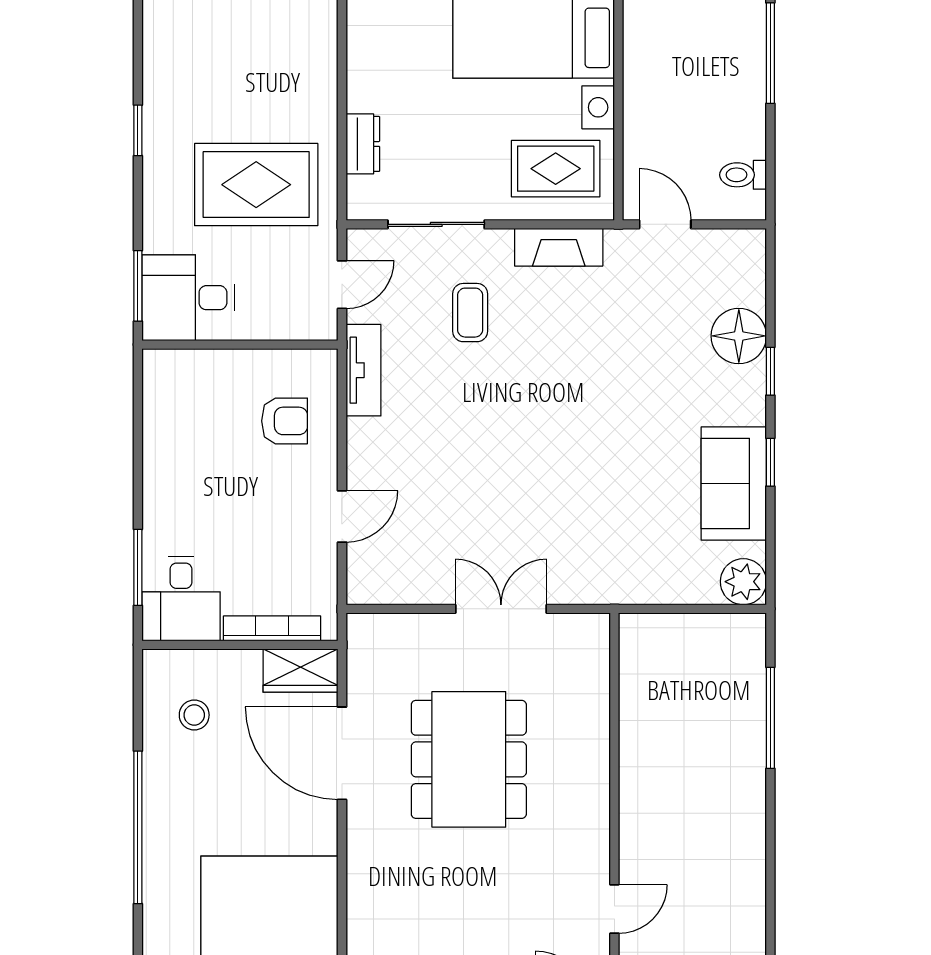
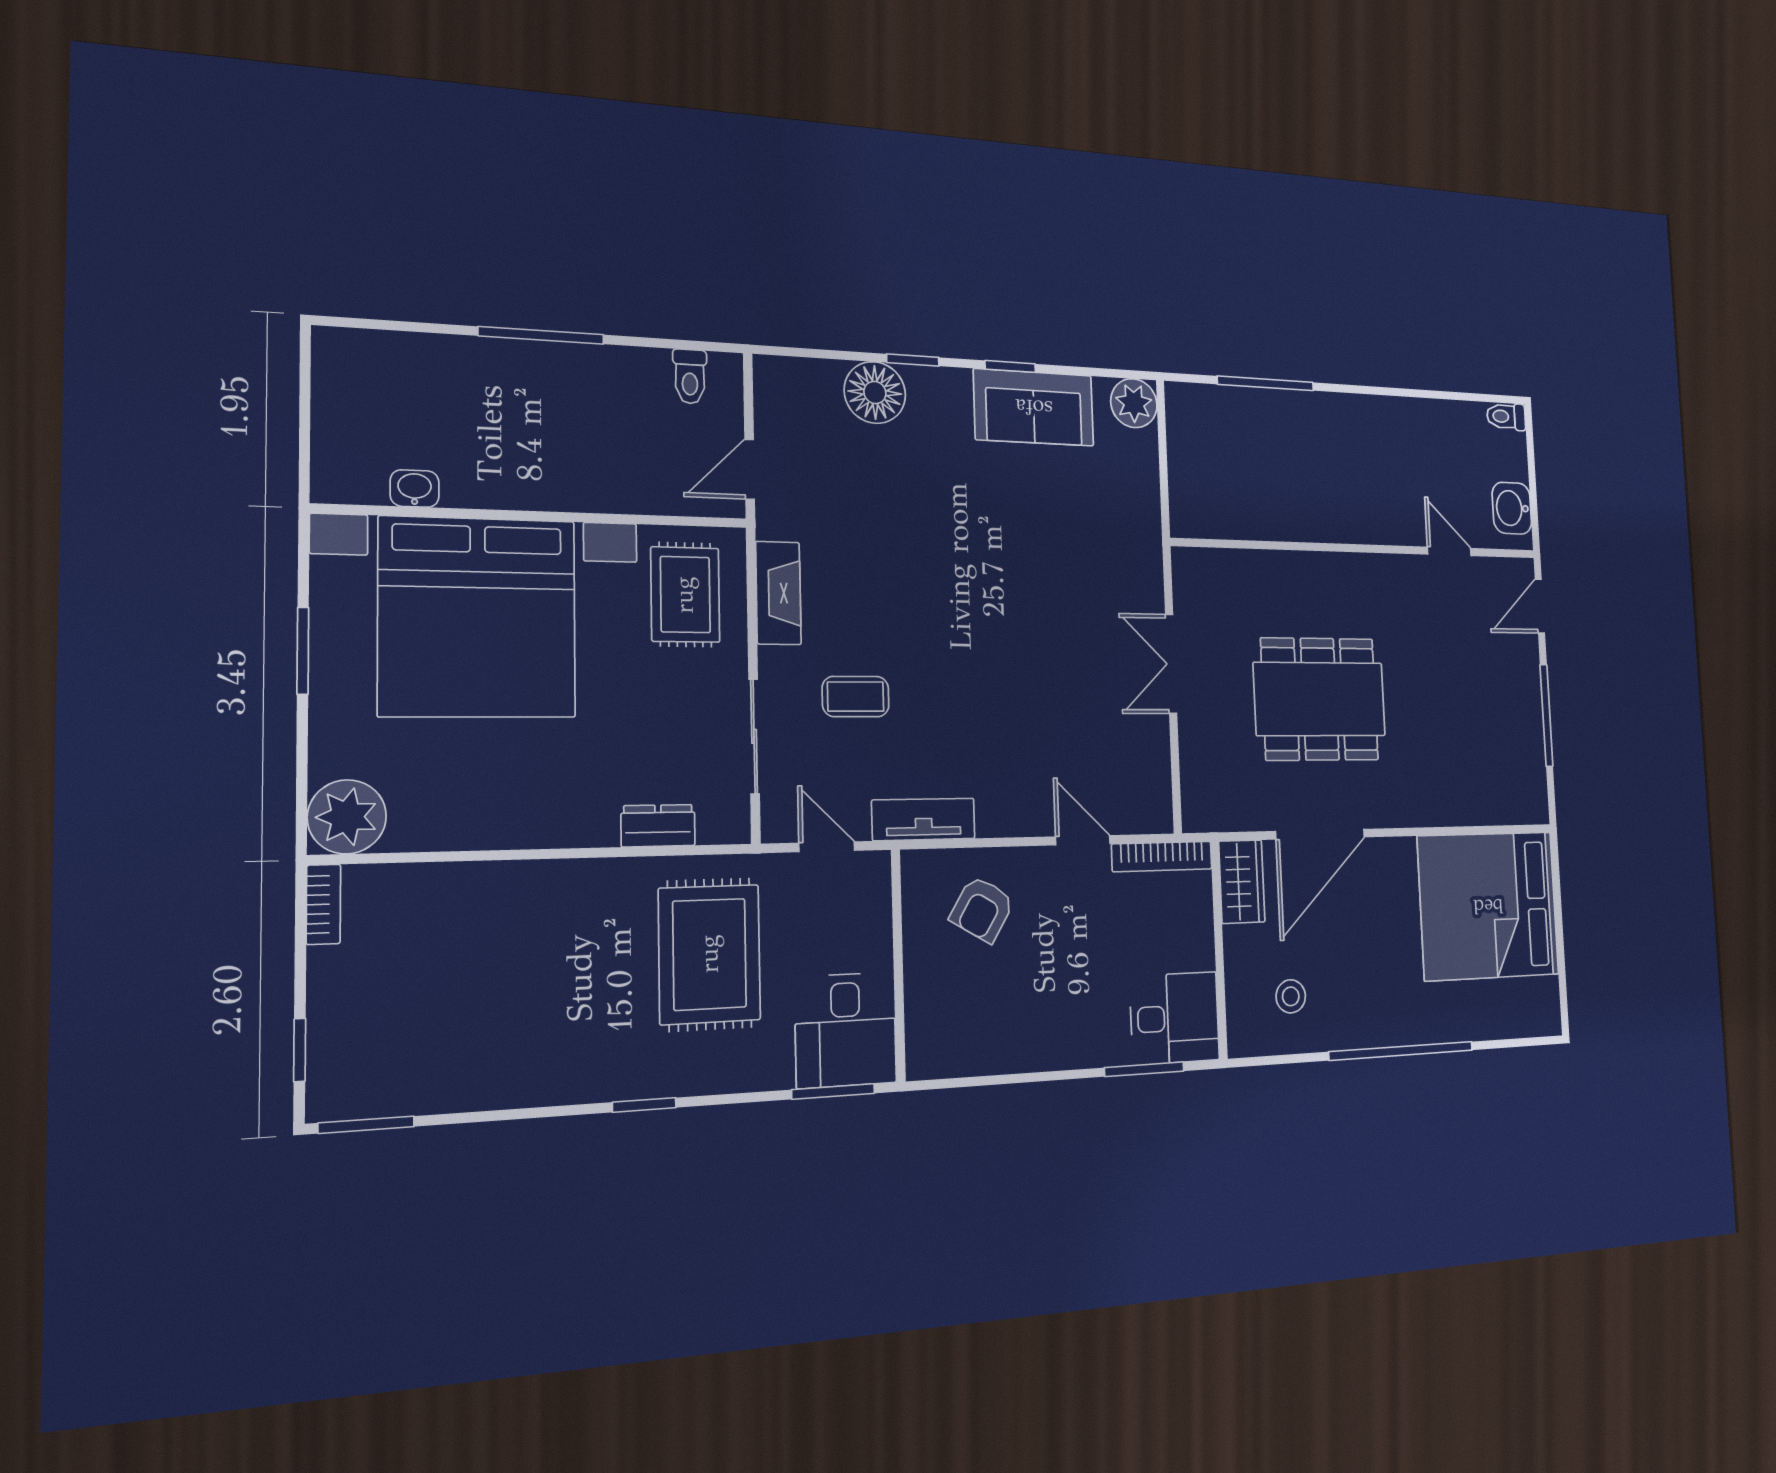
armchair: (285, 421) -> (982, 909), turned -149
bookcase: (272, 628) -> (1162, 856), moved, turned -90

